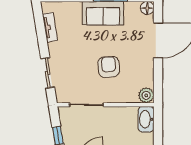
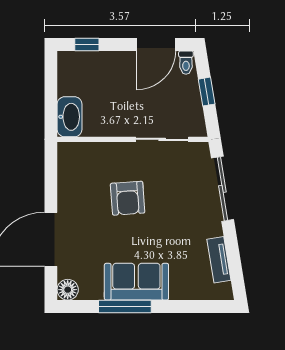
sliding door: (48, 73) -> (222, 189), width x1.37
plant: (146, 95) -> (69, 154), removed

